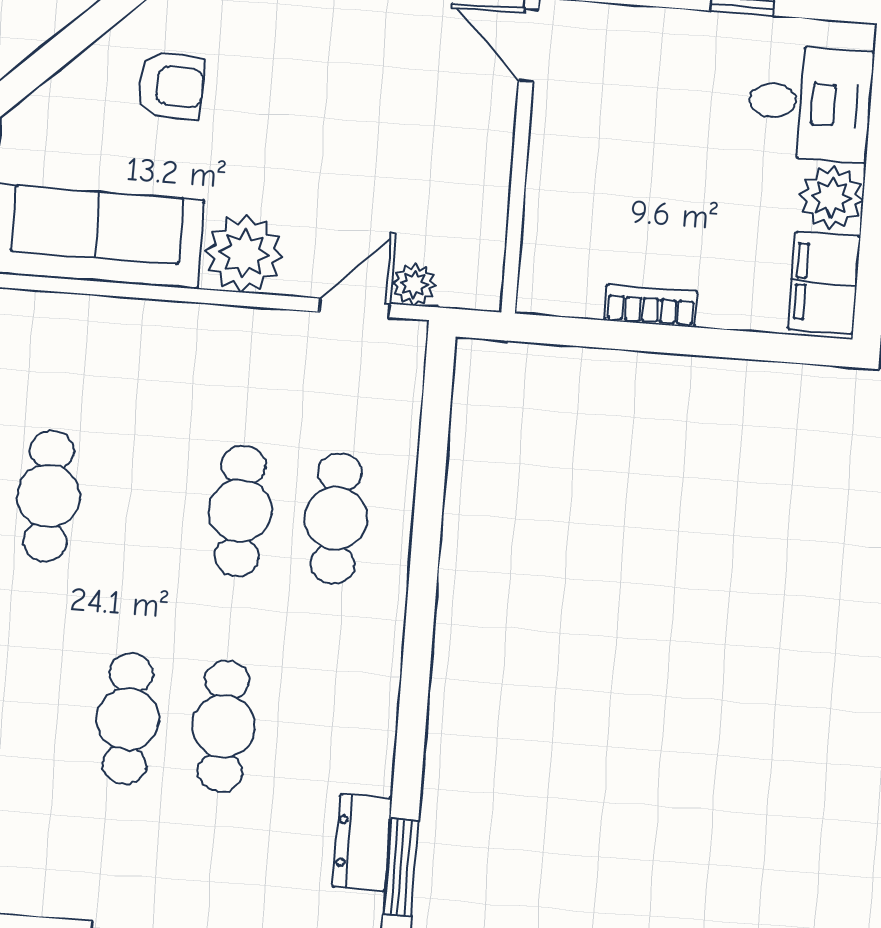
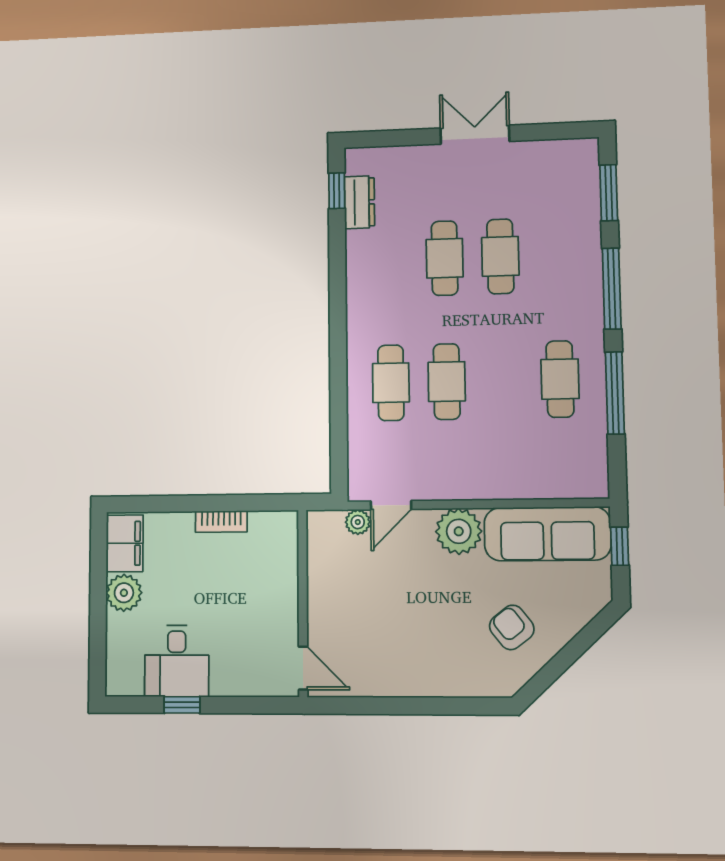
armchair: (171, 86) -> (512, 627), turned 50
desk: (810, 103) -> (177, 661), moved, turned -90
window: (401, 868) -> (337, 191), width x0.67

